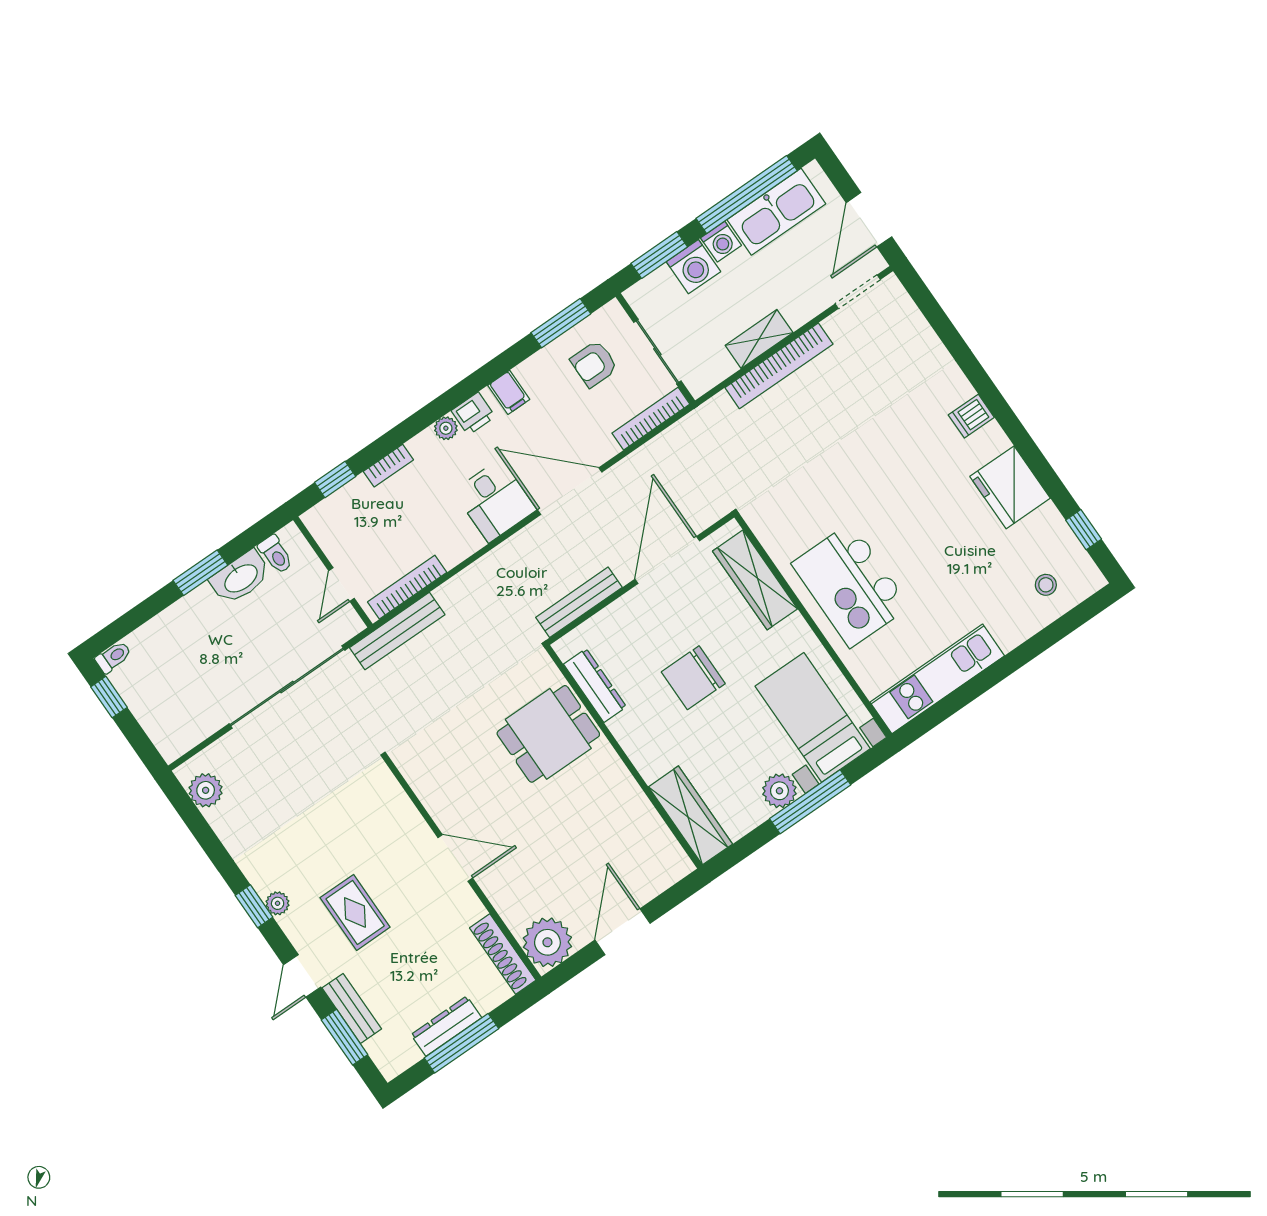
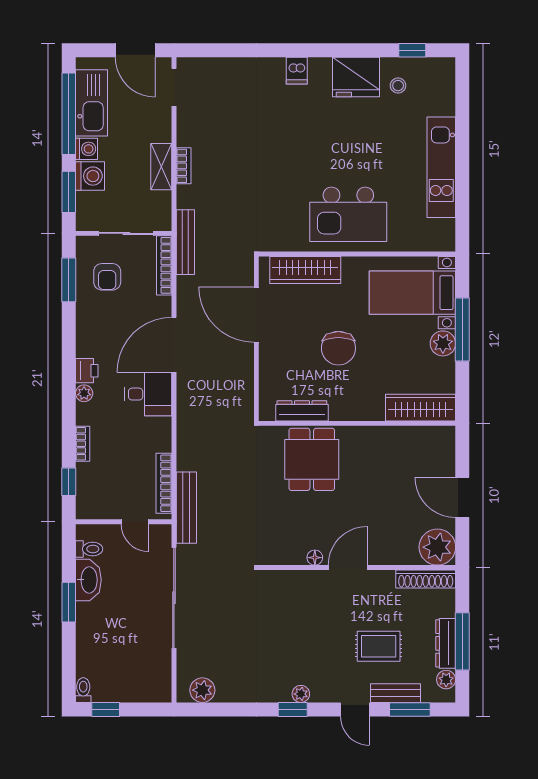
bookcase: (779, 366) -> (184, 166), width x0.43, depth x0.76
filing cabinet: (509, 392) -> (89, 340), removed
stool: (1046, 585) -> (398, 86), moved
bench: (579, 602) -> (185, 242), moved
kitchen unit: (937, 679) -> (441, 167), moved
floor lamp: (441, 813) -> (315, 558), added
rug: (355, 912) -> (379, 646), moved
plant: (406, 1055) -> (446, 680), added

